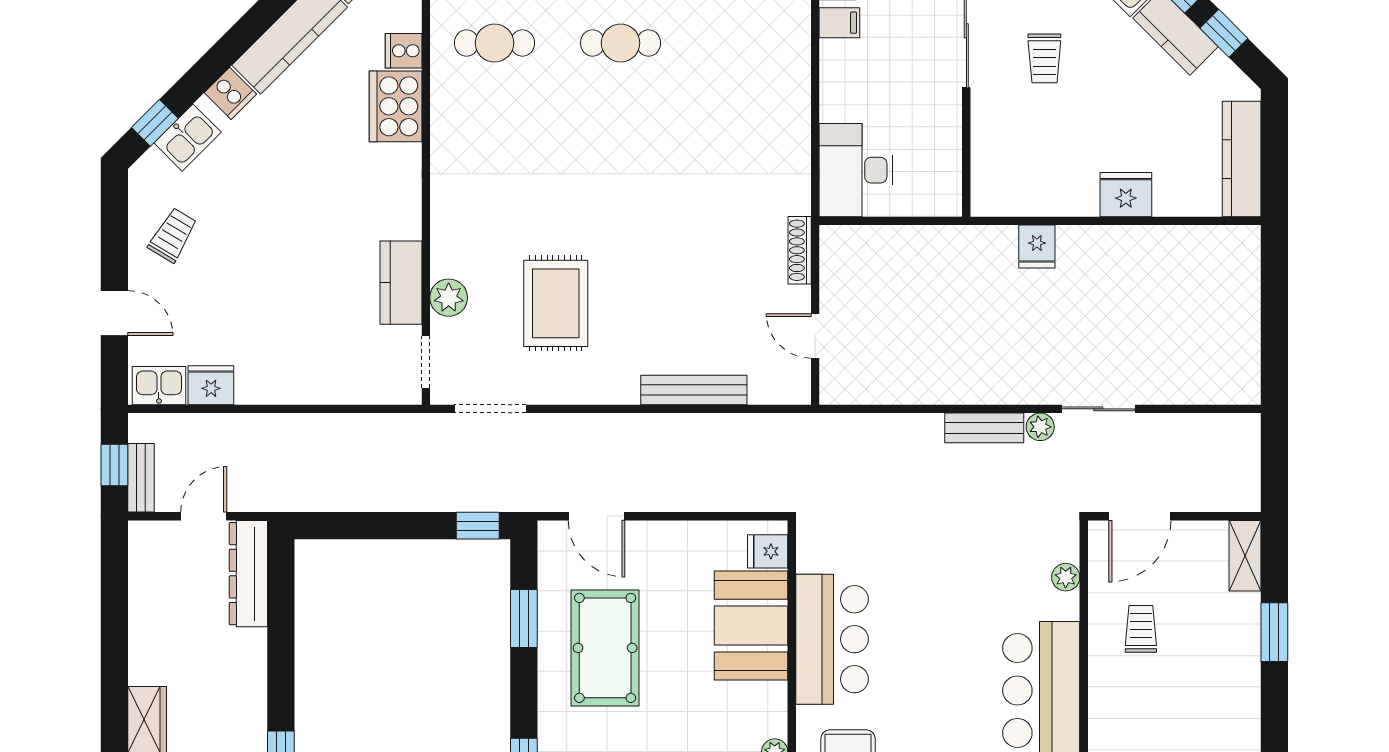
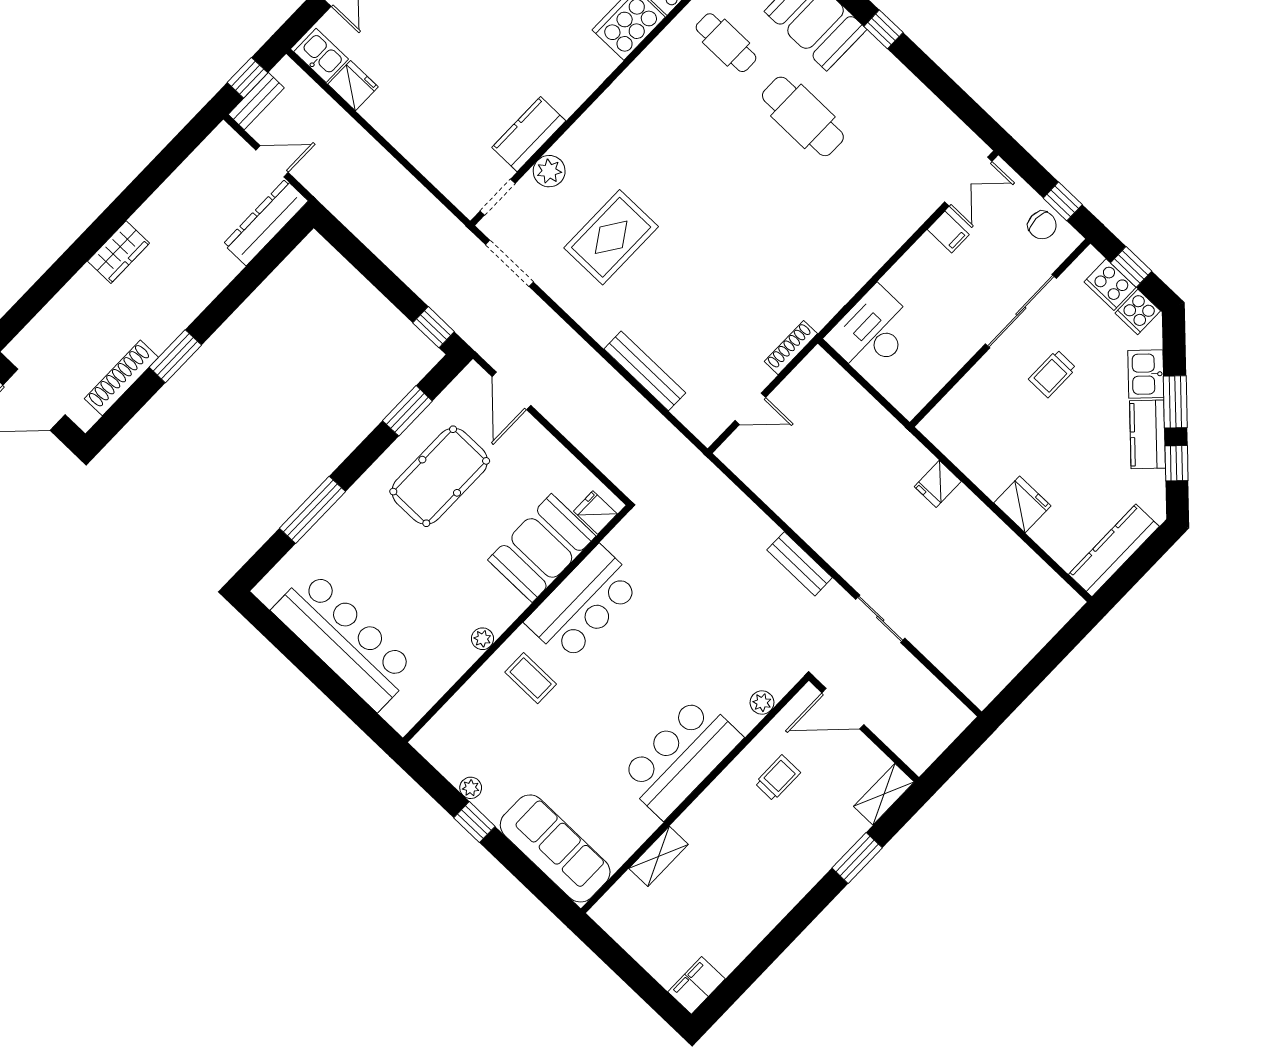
cafe table: (621, 43) -> (803, 116), width x1.37, depth x1.35
door: (815, 336) -> (750, 409), swing flipped
plant: (1040, 427) -> (834, 596), removed

